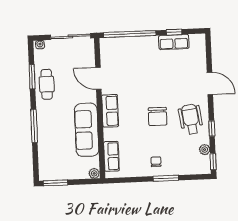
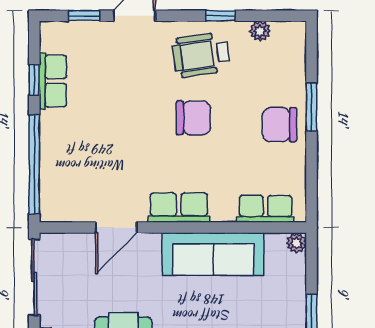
chair: (156, 162) -> (279, 125), width x1.87, depth x1.87
window: (213, 162) -> (84, 16), moved

